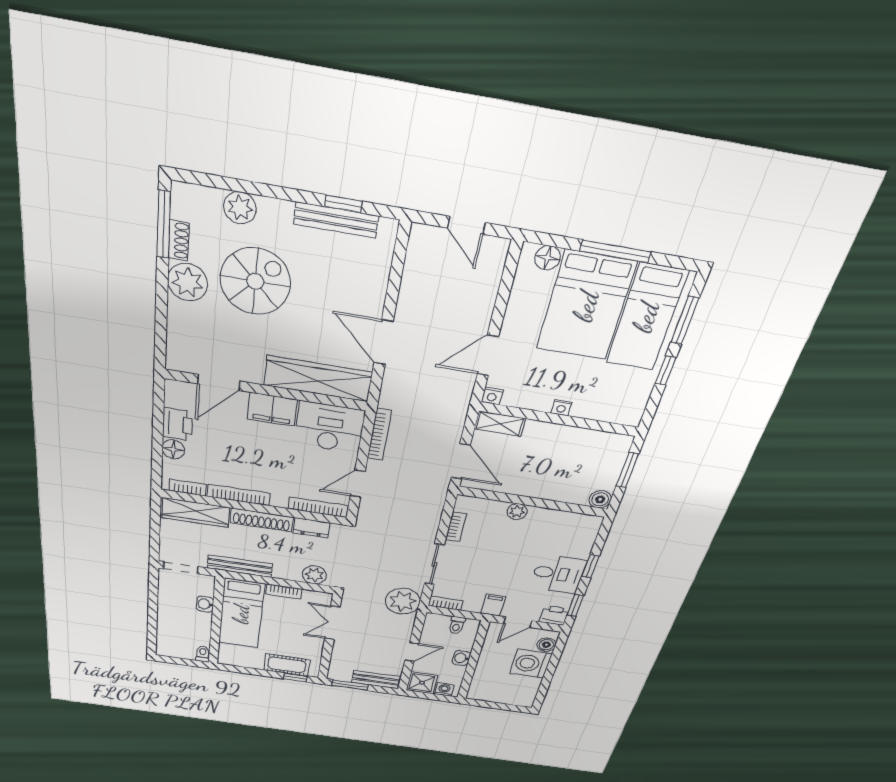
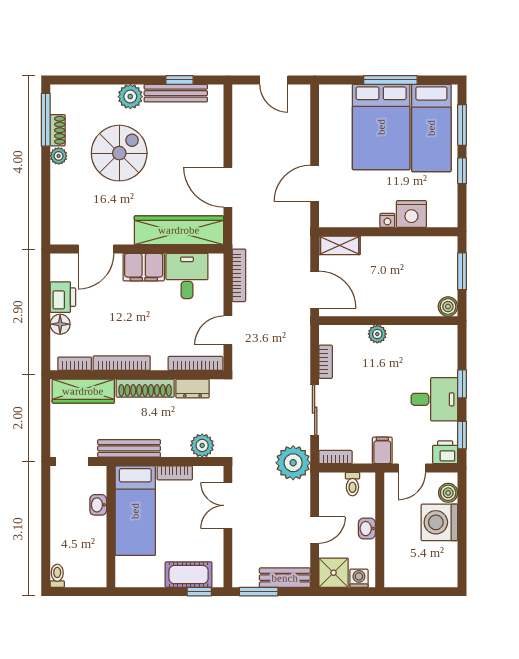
plant: (240, 208) -> (130, 97), moved
floor lamp: (548, 258) -> (341, 94), removed
plant: (187, 282) -> (59, 156), width x0.53, depth x0.53
nightstand: (492, 396) -> (411, 214), moved, width x1.89, depth x1.79
desk: (329, 427) -> (187, 276), width x0.73
toilet: (203, 654) -> (57, 576), moved

